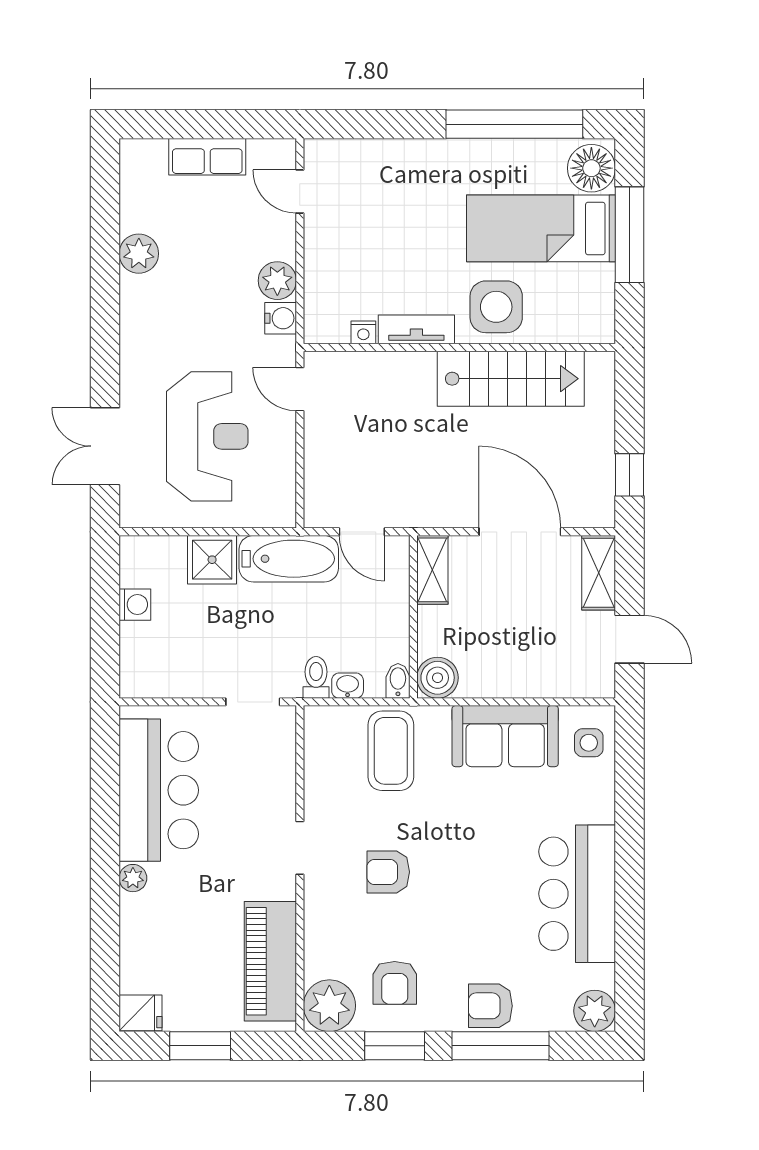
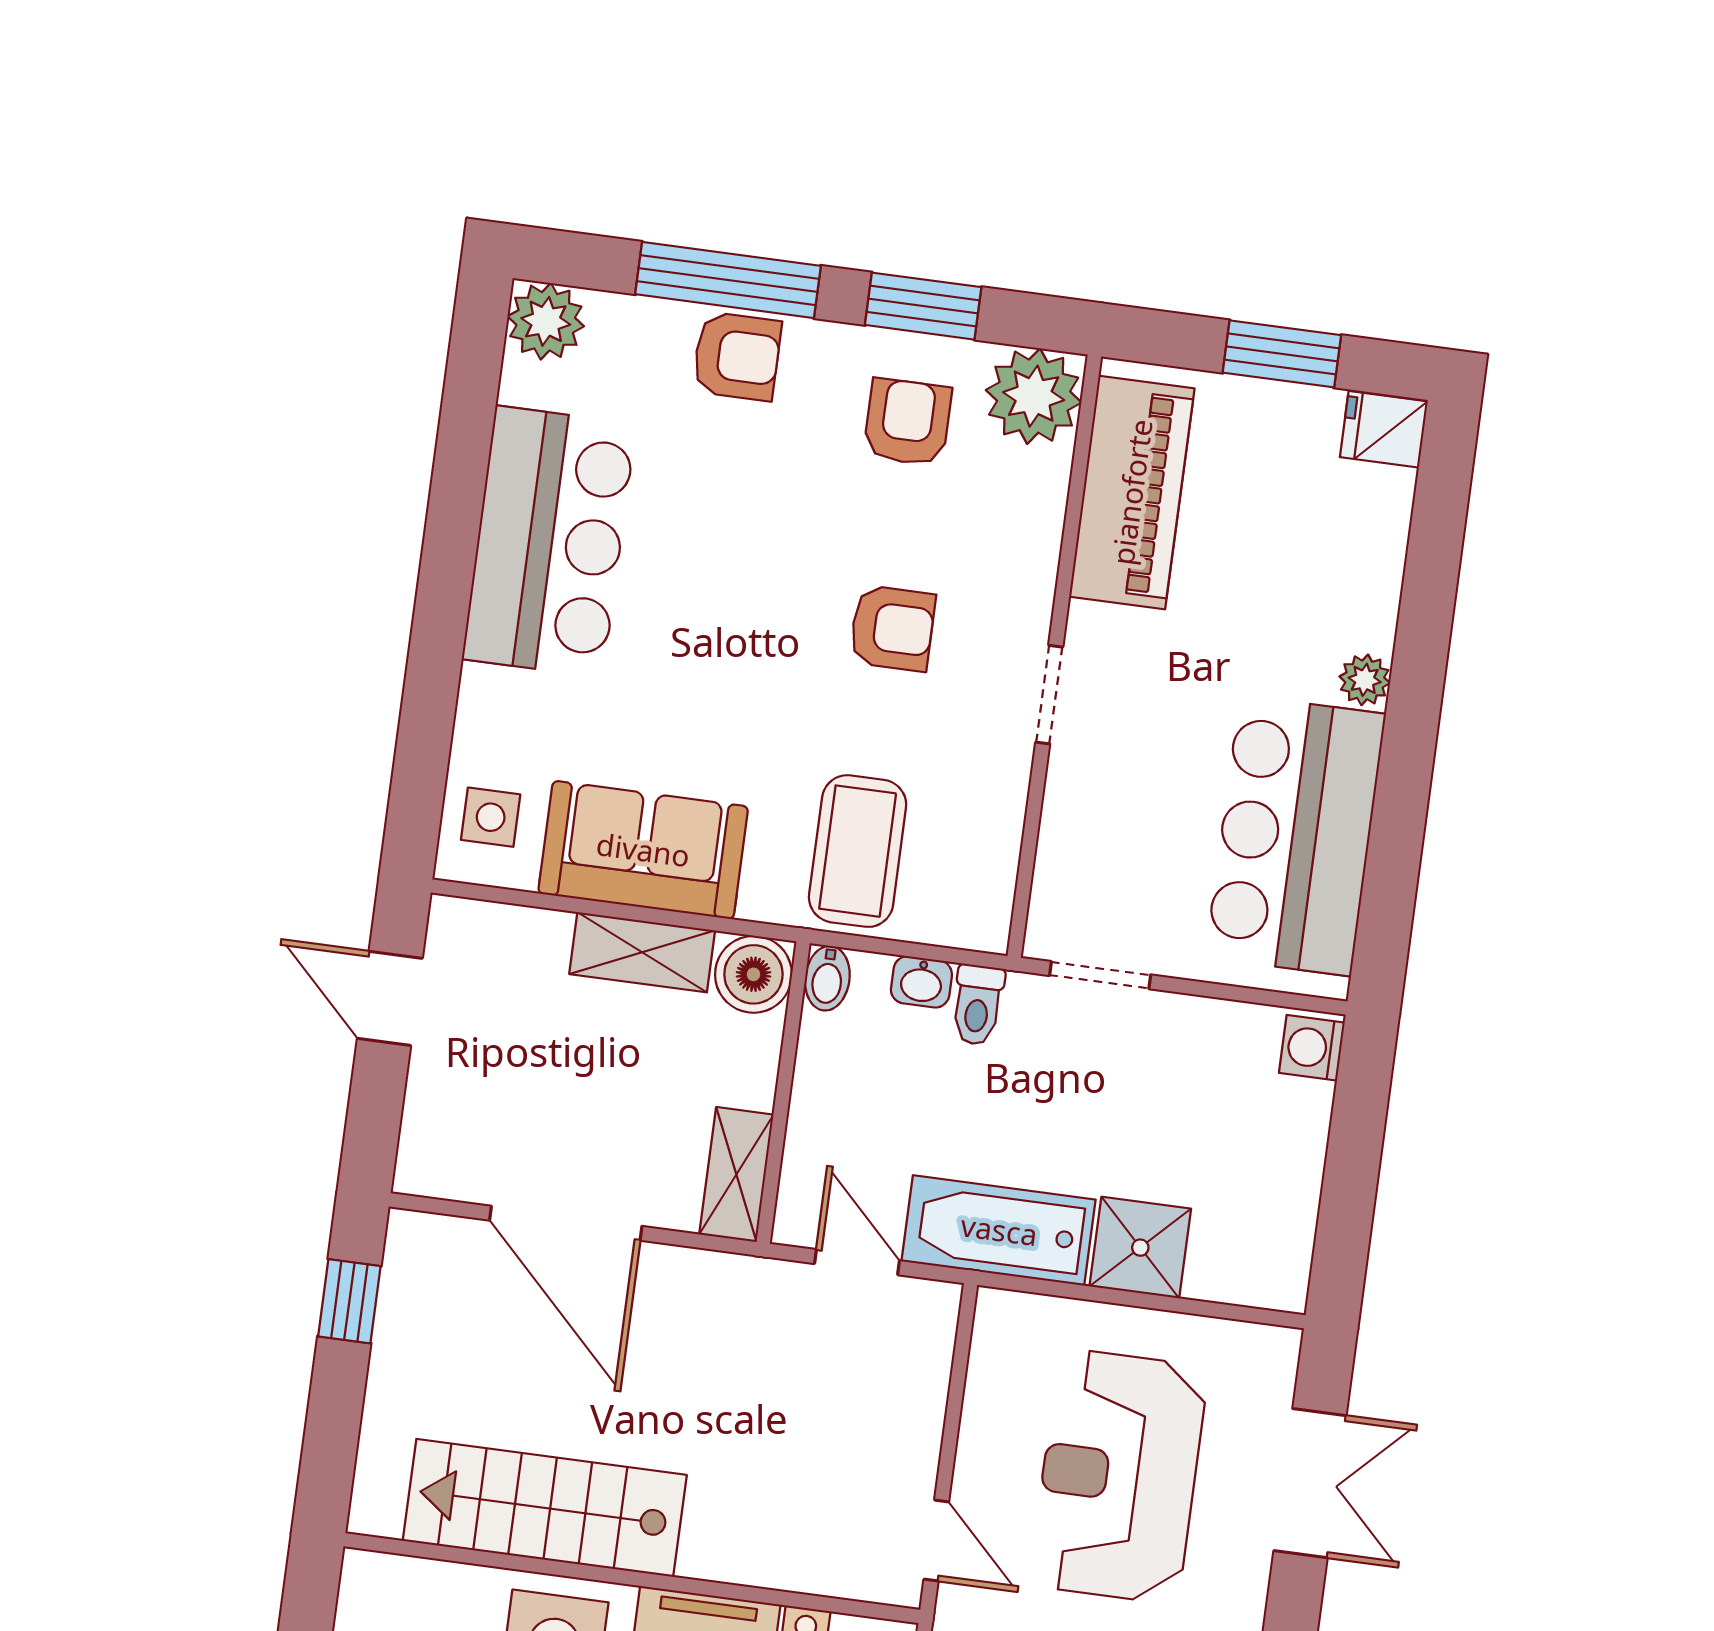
shelving: (599, 573) -> (642, 952), moved, turned 90
washing machine: (135, 605) -> (1312, 1048), moved

